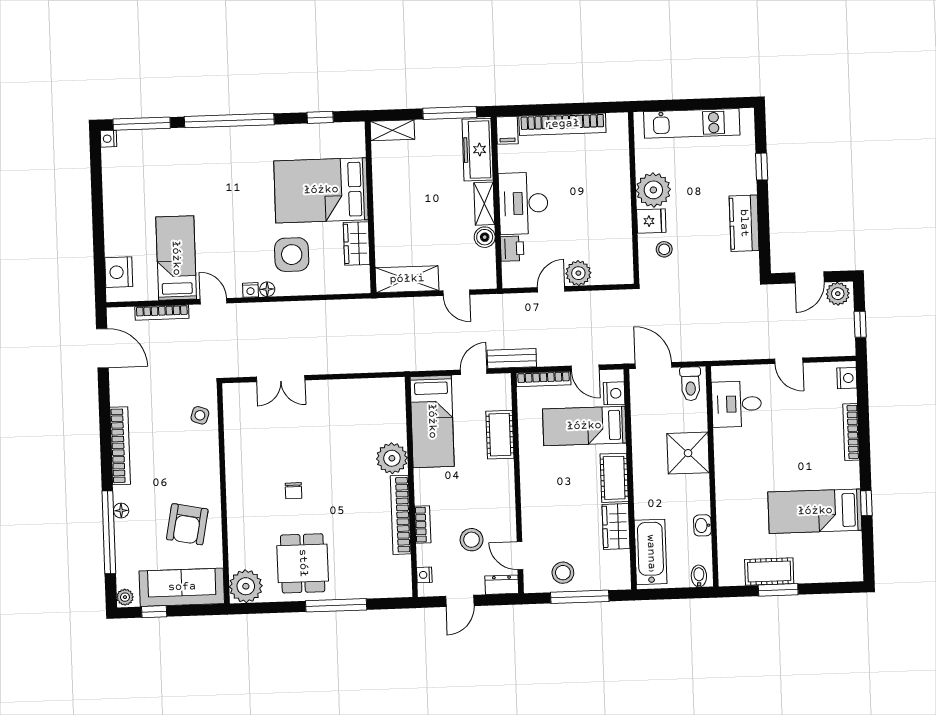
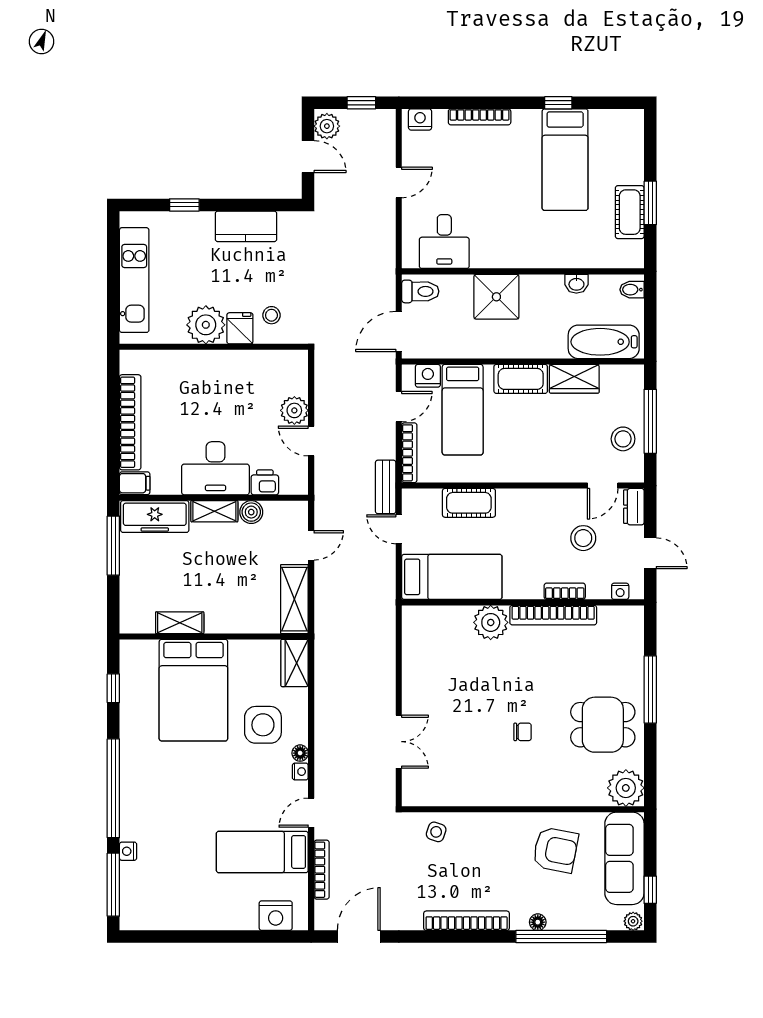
shelving: (392, 130) -> (180, 623), moved, turned 90
nightstand: (108, 139) -> (128, 851), moved, turned 90
wardrobe: (357, 244) -> (295, 663), moved, turned 90

